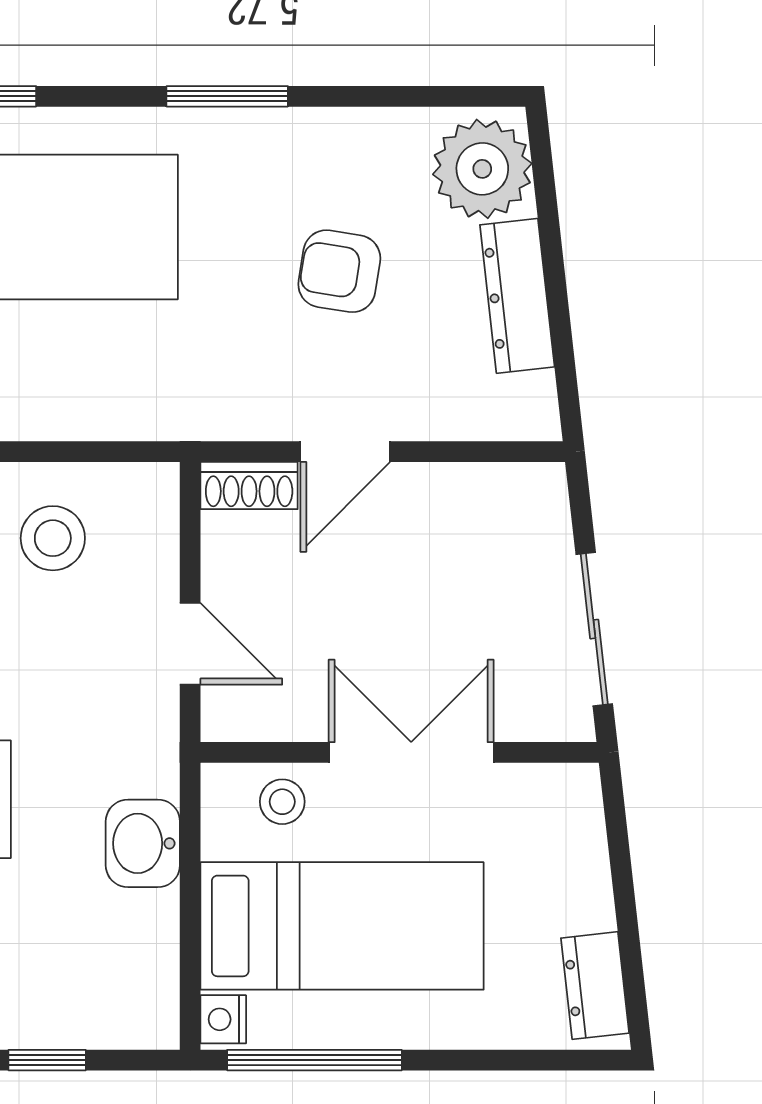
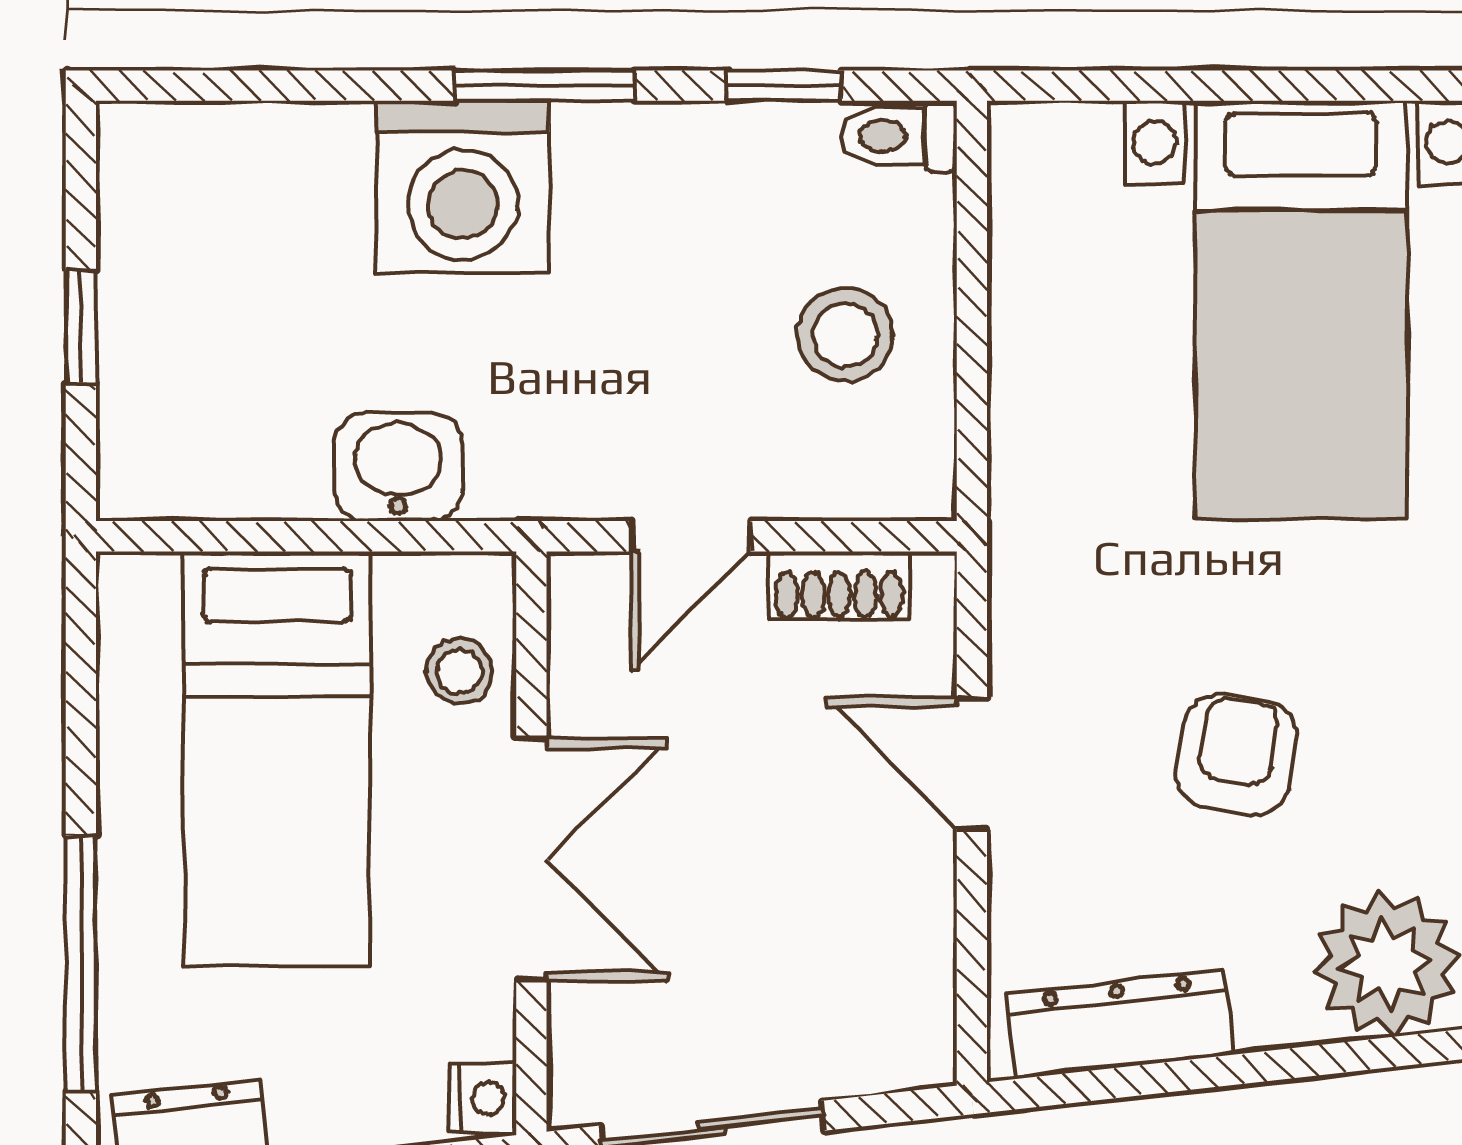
dresser: (517, 296) -> (1120, 1024), moved
shoe rack: (249, 486) -> (839, 586), moved, turned -90
nightstand: (223, 1019) -> (483, 1098), moved, turned 90
window: (314, 1060) -> (81, 964), moved

